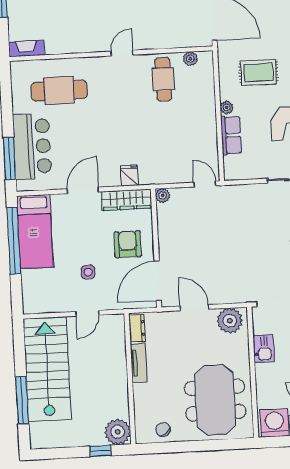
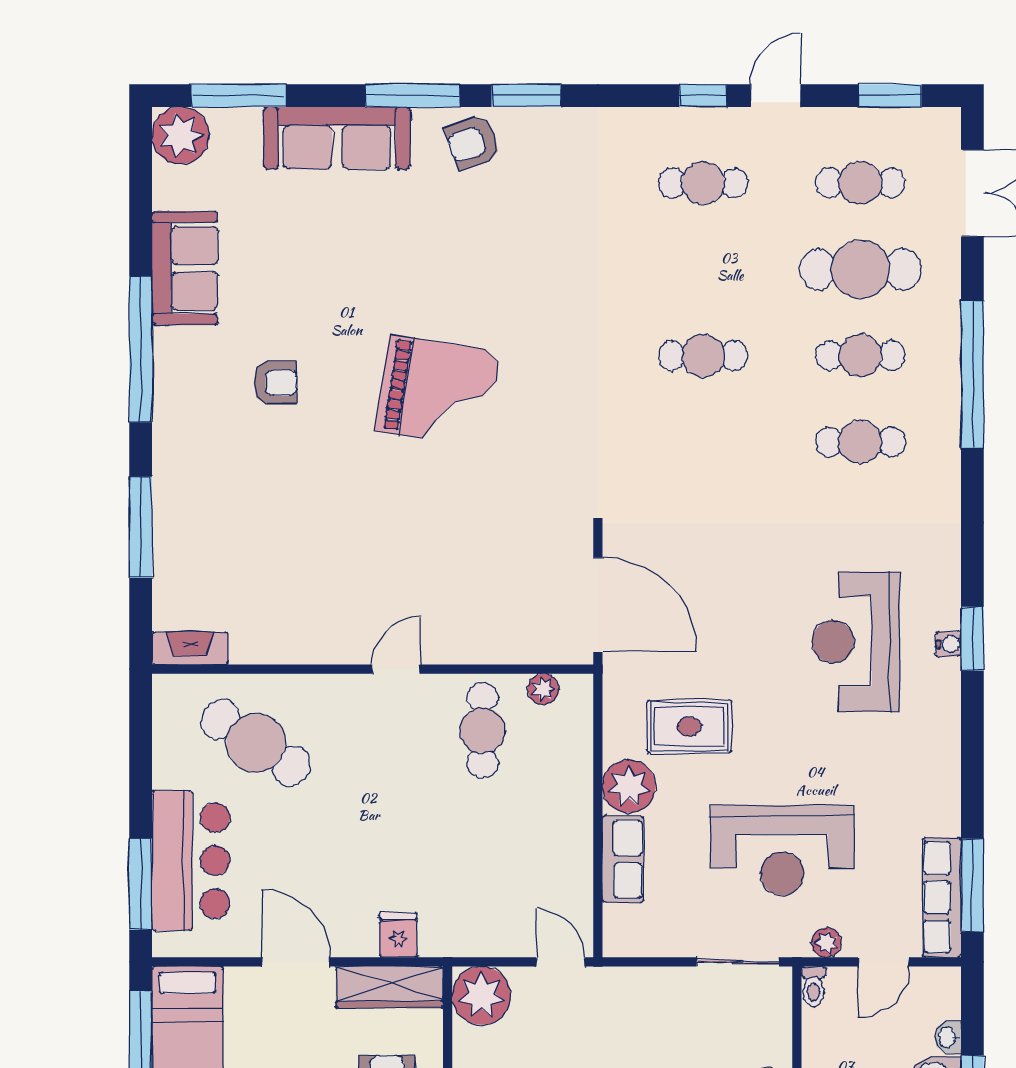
cafe table: (59, 91) -> (256, 743), turned 33
plant: (227, 108) -> (629, 786), width x1.88, depth x1.88
door: (83, 190) -> (296, 962), hinge flipped
plant: (163, 196) -> (481, 996), width x1.88, depth x1.88

